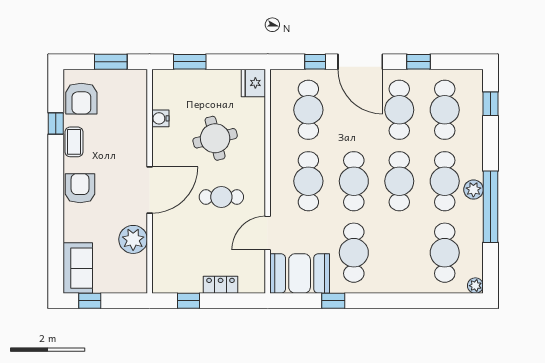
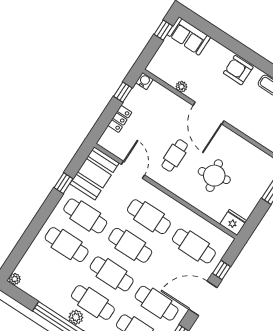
water cooler: (160, 118) -> (144, 81), moved
armchair: (80, 188) -> (238, 70), turned 180
plant: (133, 239) -> (181, 87), width x0.53, depth x0.53
cafe table: (445, 253) -> (67, 245), moved

